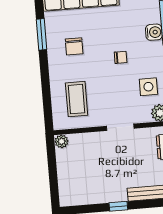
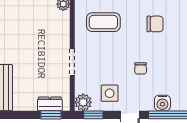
chair: (74, 46) -> (155, 24), turned 180

